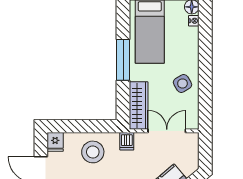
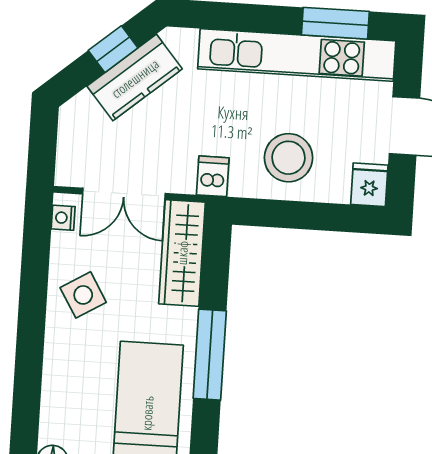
nightstand: (194, 21) -> (63, 218), moved

